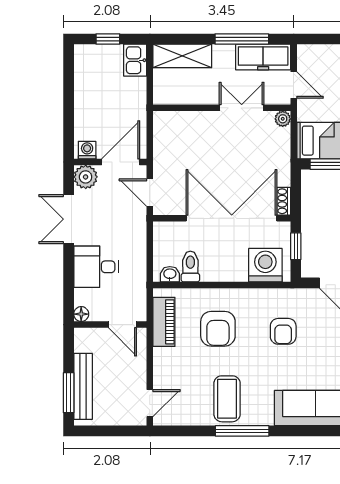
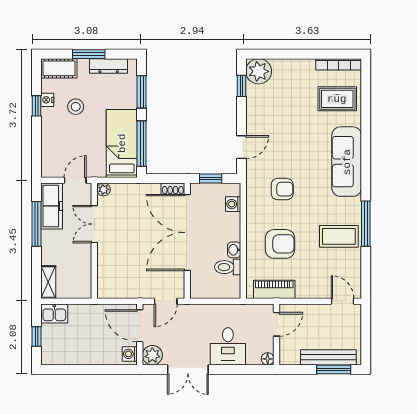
shelving: (182, 56) -> (48, 282), width x0.67, depth x0.75
washing machine: (265, 265) -> (233, 204), width x0.53, depth x0.53
washbasin: (170, 274) -> (234, 250), moved

